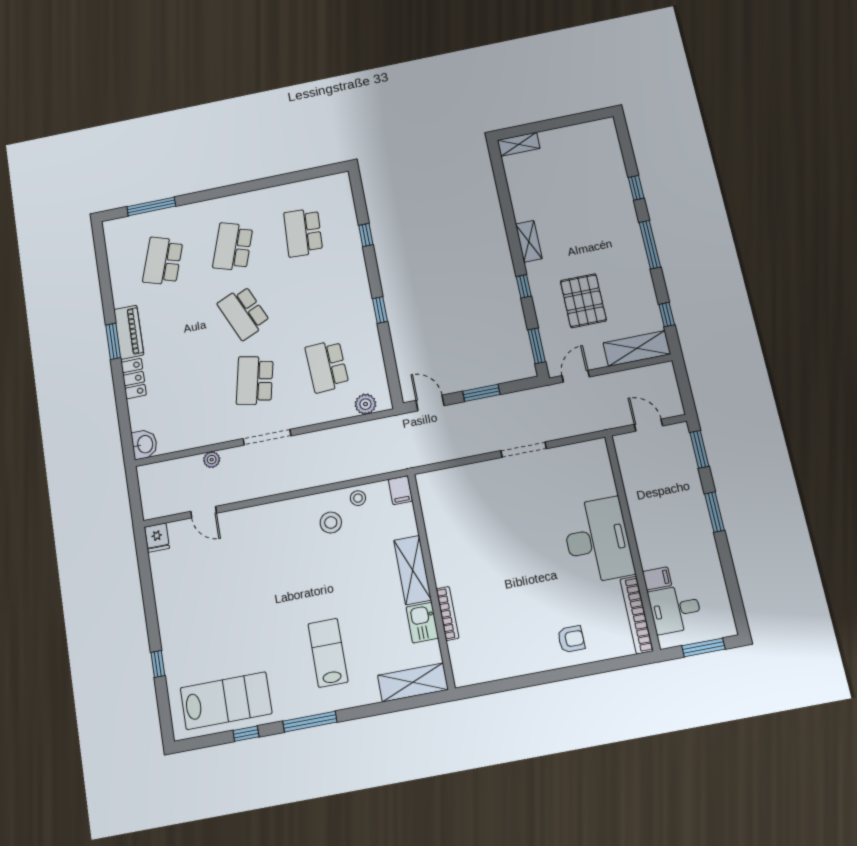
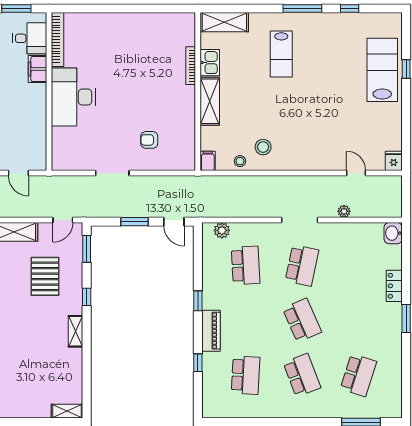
school desk: (233, 247) -> (302, 375), turned -39
piano: (129, 332) -> (211, 331), moved, turned 180
filing cabinet: (657, 578) -> (38, 69), width x2.00
armchair: (571, 639) -> (149, 140), moved
lab bench: (226, 701) -> (382, 70), moved, turned 90

